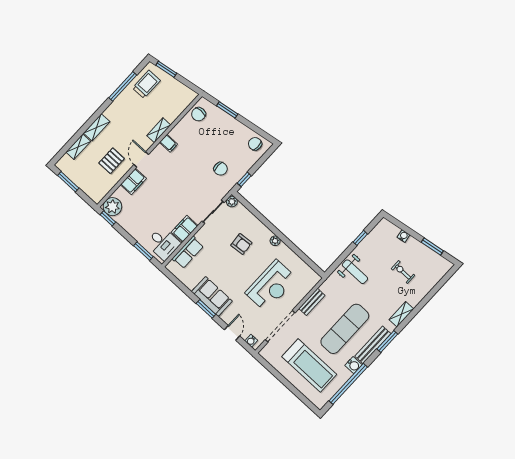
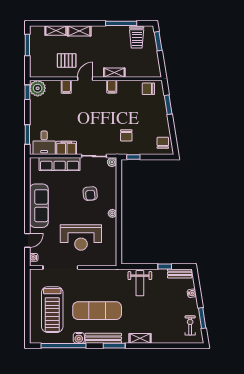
trolley: (146, 84) -> (137, 37), turned 90
filing cabinet: (133, 182) -> (66, 87), width x0.50
row of seats: (188, 252) -> (60, 164), width x1.48
exercise bike: (403, 272) -> (190, 325), moved
sofa: (212, 296) -> (39, 206), width x1.36
bench: (312, 302) -> (180, 273), moved
window: (206, 309) -> (27, 209), removed

